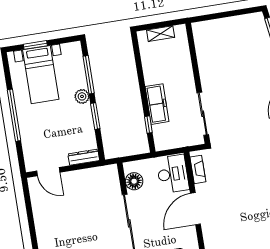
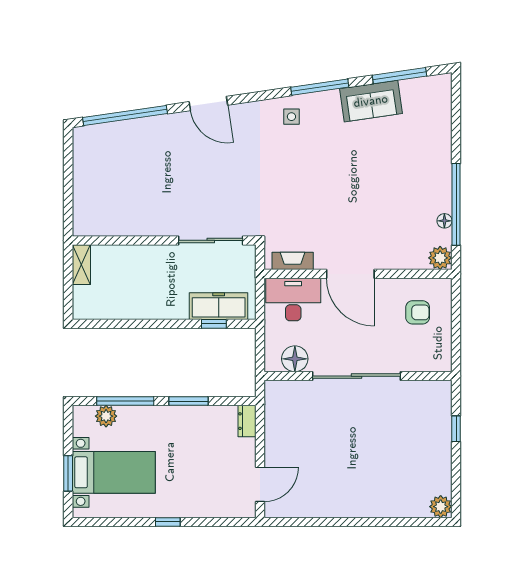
shelving: (161, 34) -> (81, 265), moved
plant: (82, 96) -> (106, 416), moved
freezer: (157, 104) -> (219, 306), moved
window: (14, 115) -> (168, 522), width x0.32
dresser: (84, 157) -> (247, 421), width x0.70

